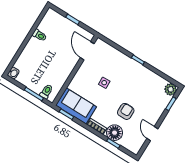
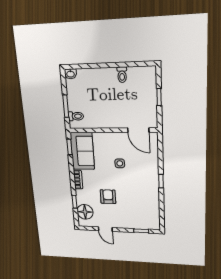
door: (87, 51) -> (138, 130), swing flipped
plant: (171, 89) -> (154, 224), removed
armchair: (126, 111) -> (108, 197), turned -90
floor lamp: (115, 133) -> (85, 212), moved
door: (152, 134) -> (105, 229), swing flipped

